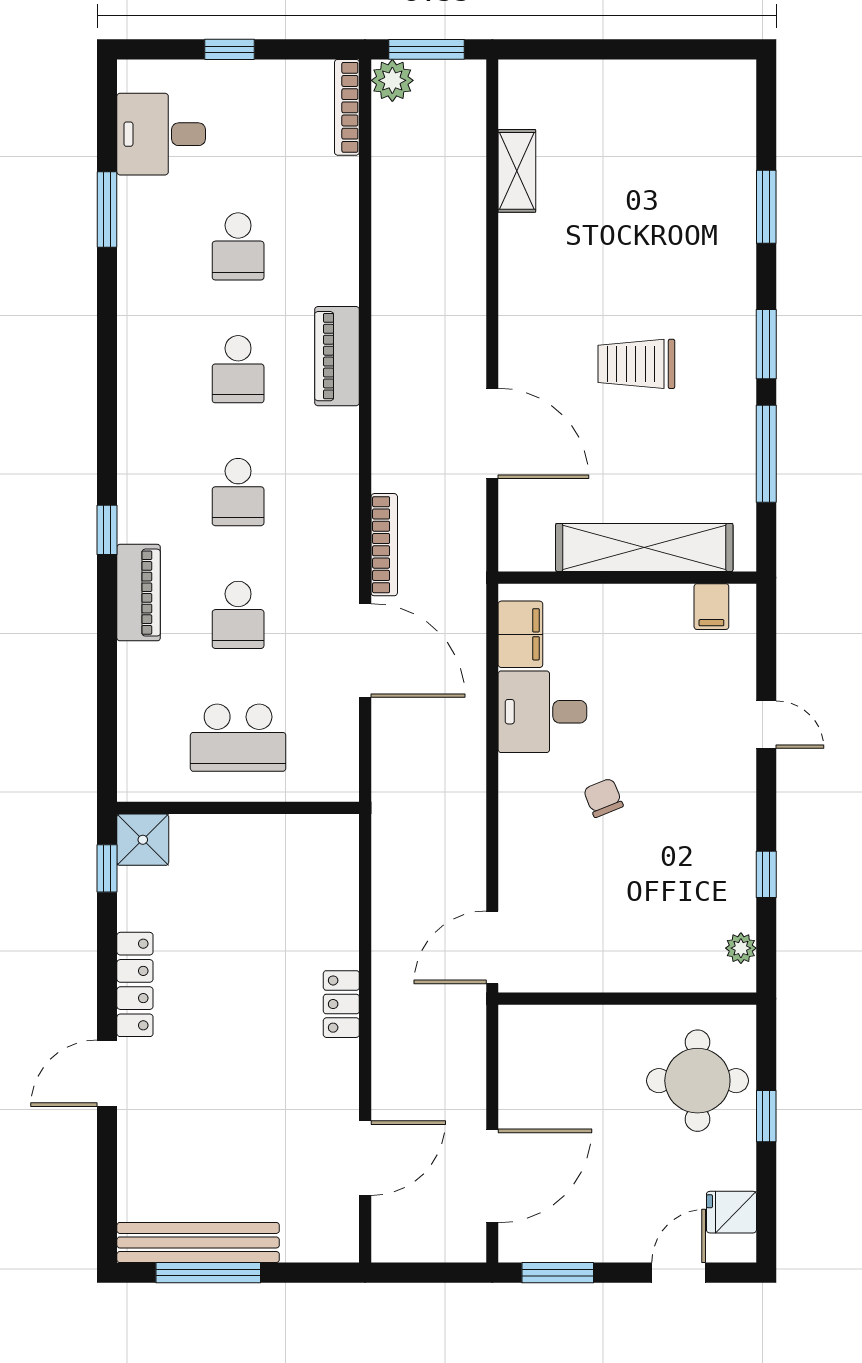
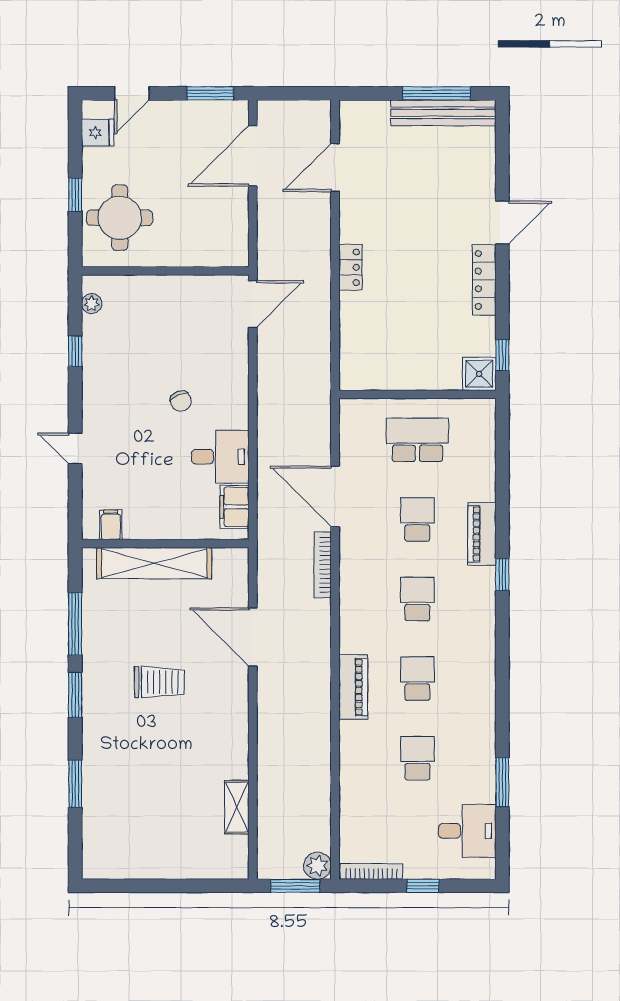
bookcase: (347, 107) -> (371, 871), moved, turned -90

